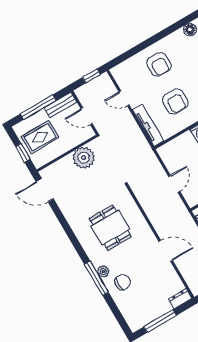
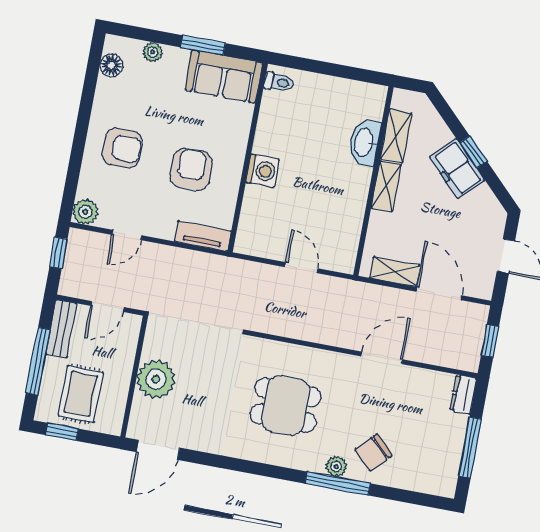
plant: (119, 72) -> (85, 212), added
armchair: (175, 101) -> (191, 169), turned -90
tv unit: (148, 125) -> (203, 236), width x0.71
window: (23, 153) -> (62, 432), moved
plant: (84, 158) -> (156, 379), moved
chair: (123, 282) -> (374, 452), turned -136

